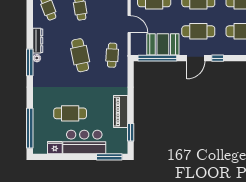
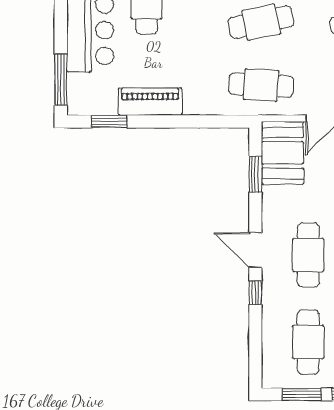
booth: (163, 44) -> (283, 153), moved
cafe table: (112, 55) -> (261, 85), width x1.37, depth x1.35
window: (157, 58) -> (255, 174), width x0.47

